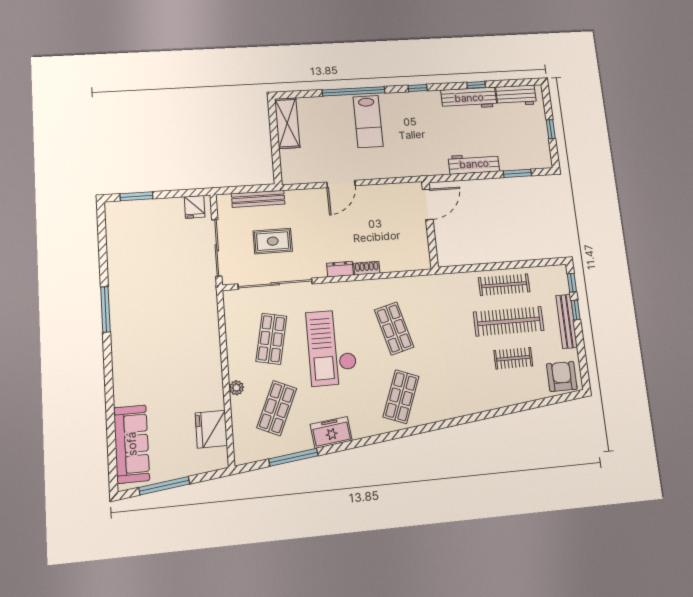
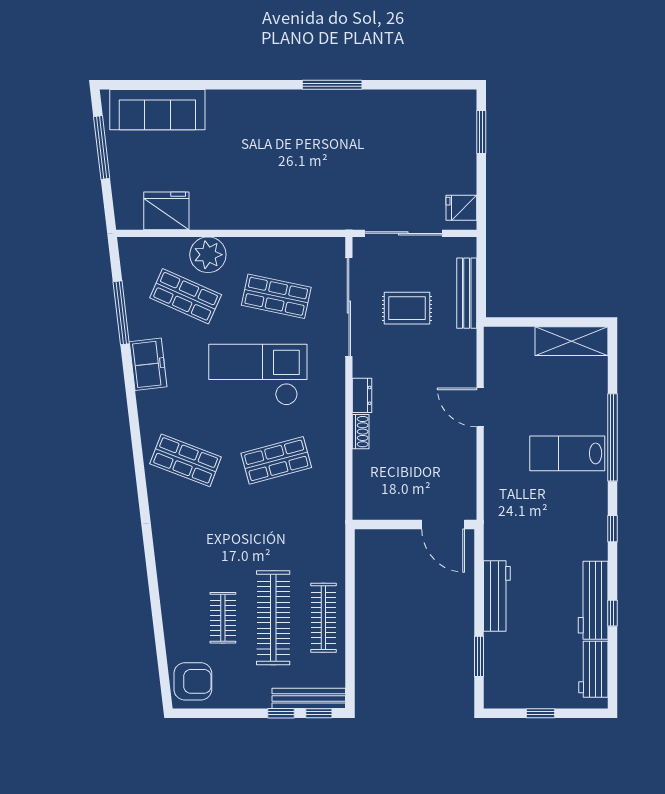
rug: (273, 241) -> (407, 308), turned 90
bench: (567, 321) -> (309, 698), moved
plant: (236, 388) -> (208, 255), width x1.88, depth x1.88

